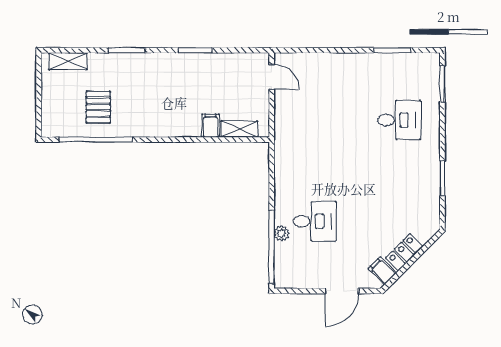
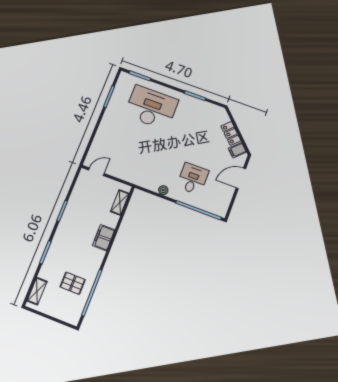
desk: (399, 120) -> (151, 108), width x1.87, depth x1.30
filing cabinet: (211, 126) -> (104, 238), moved, width x2.00
plant: (282, 233) -> (163, 190), moved
door: (342, 291) -> (241, 178), swing flipped

